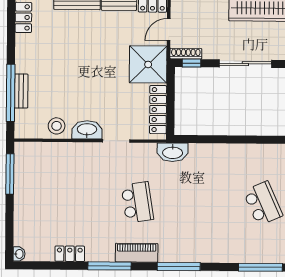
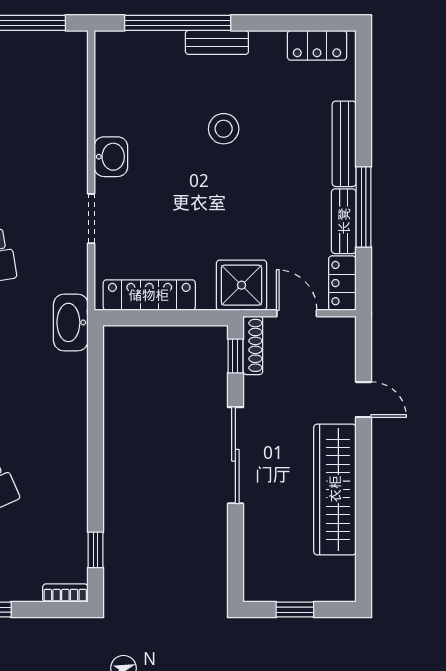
shower: (148, 64) -> (241, 285), width x0.73, depth x0.73
bench: (21, 91) -> (217, 42), moved
stool: (57, 126) -> (224, 129), moved
washbasin: (87, 130) -> (111, 157), width x0.72

